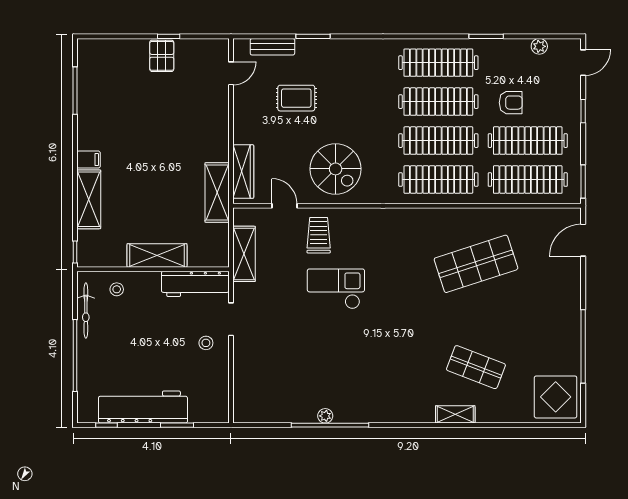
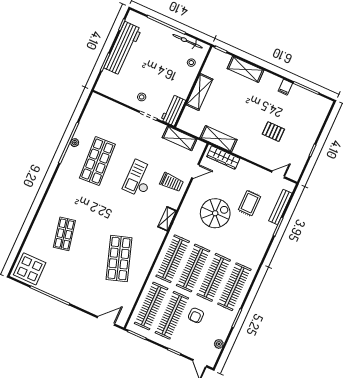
bench: (272, 47) -> (280, 207), width x1.36
pallet: (162, 56) -> (273, 132), moved
door: (231, 73) -> (278, 174), swing flipped
filing cabinet: (89, 160) -> (285, 87), moved
spiral stairs: (336, 169) -> (215, 213), moved, turned 180
door: (583, 240) -> (106, 321), hinge flipped
workbench: (195, 284) -> (173, 110), width x0.73
checkout: (336, 289) -> (139, 179), turned 180
shop shelf: (338, 367) -> (97, 161), added
shop shelf: (476, 367) -> (64, 234), turned -33
shelving: (455, 414) -> (167, 219), moved

